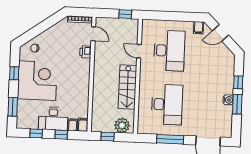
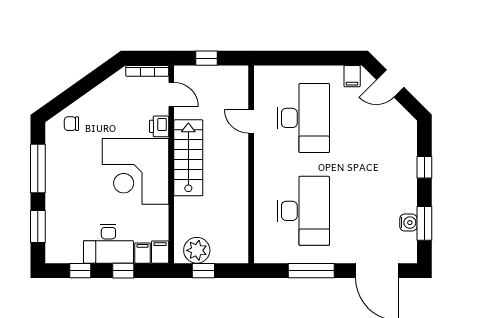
window: (125, 14) -> (207, 58), moved
window: (14, 73) -> (38, 168), width x2.17
corner desk: (37, 81) -> (136, 171), moved, turned 180
stairs: (127, 87) -> (188, 158), moved, turned 180
water cooler: (228, 100) -> (408, 223), moved
window: (237, 104) -> (424, 223), moved
plant: (122, 125) -> (197, 250), moved

